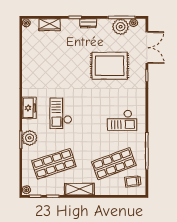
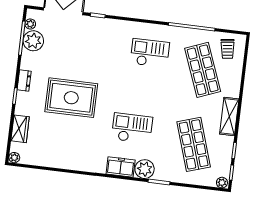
rug: (110, 66) -> (71, 98), moved, turned 90
checkout: (61, 113) -> (132, 128), turned 180
checkout: (122, 120) -> (150, 53), turned -90
plant: (30, 138) -> (145, 169), moved

